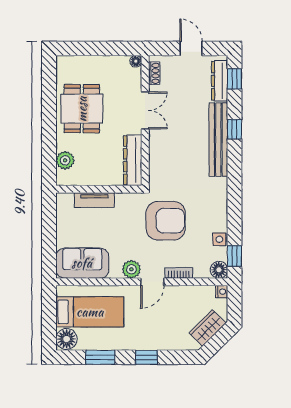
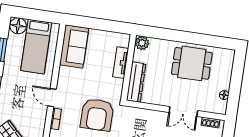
floor lamp: (136, 61) -> (224, 95), moved
plant: (65, 160) -> (142, 43), moved
dresser: (133, 160) -> (136, 82), moved, turned 90
plant: (131, 269) -> (64, 83), removed

